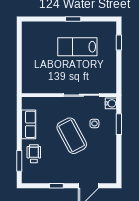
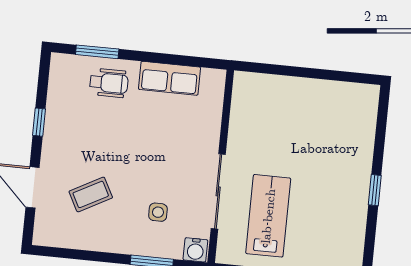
lab bench: (77, 47) -> (268, 216), moved
coffee table: (72, 136) -> (91, 194), moved, width x0.54, depth x0.58

